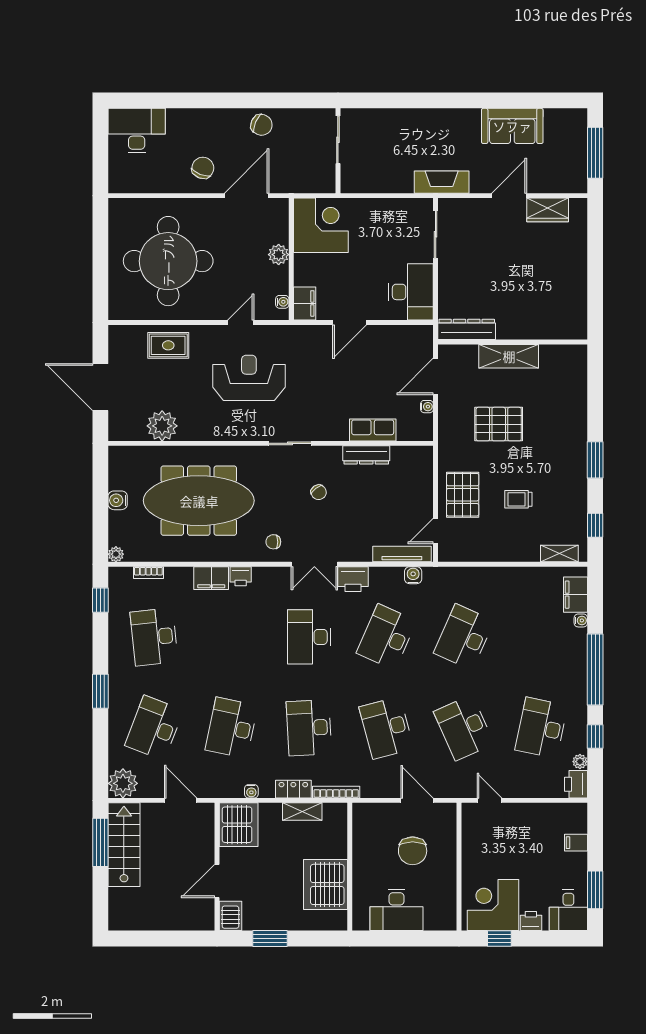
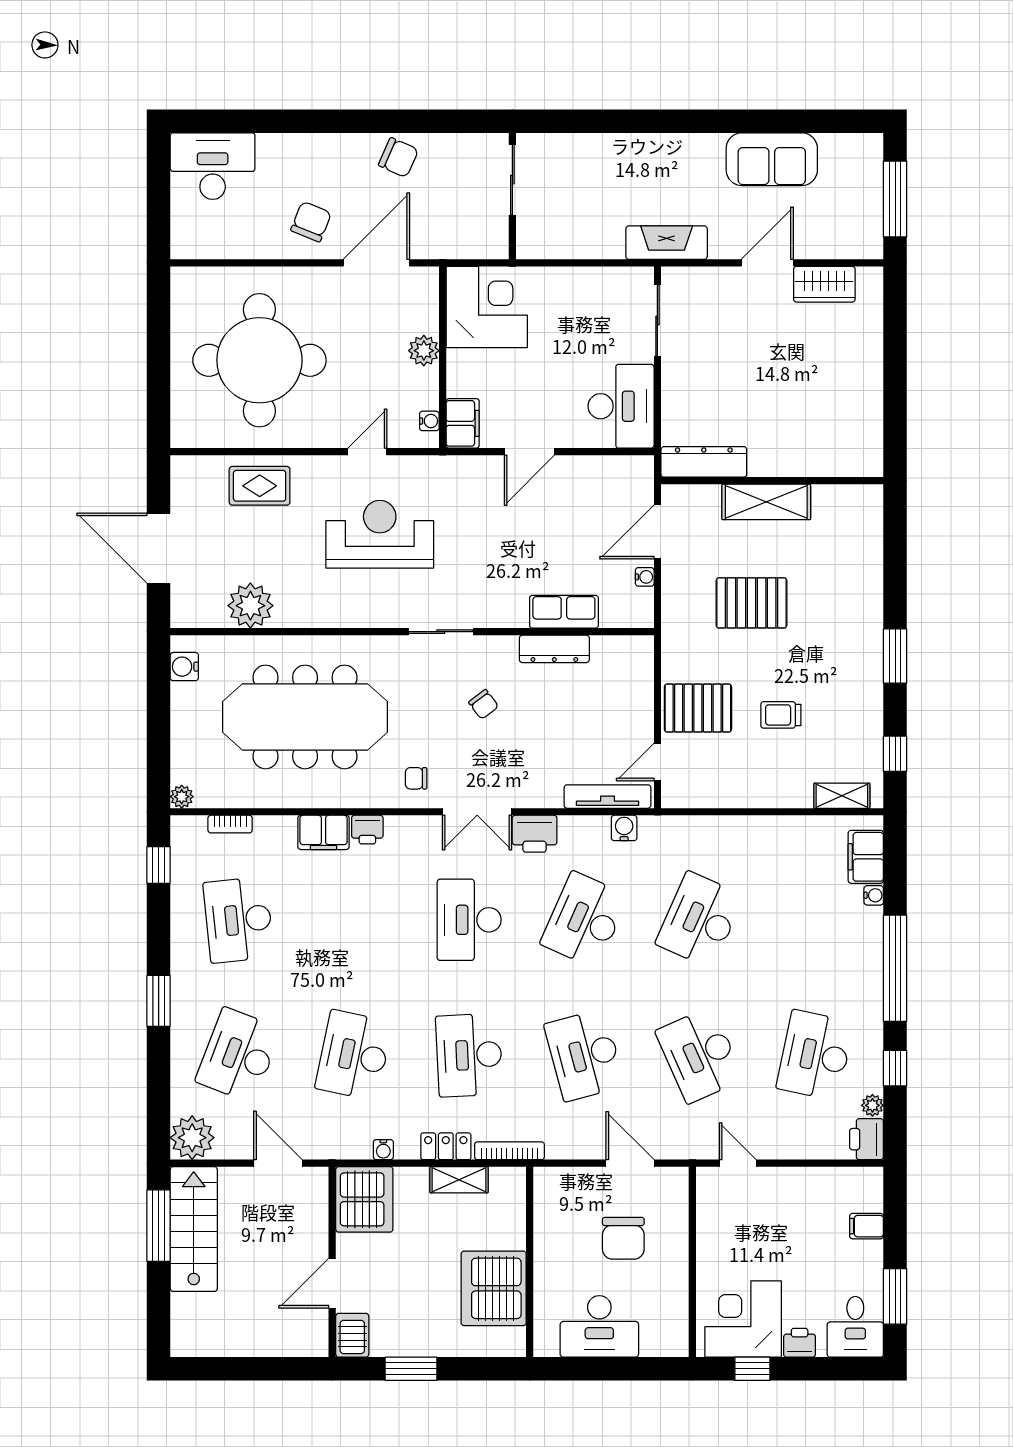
pallet: (463, 495) -> (698, 708), turned 90
water cooler: (118, 500) -> (184, 667), moved

